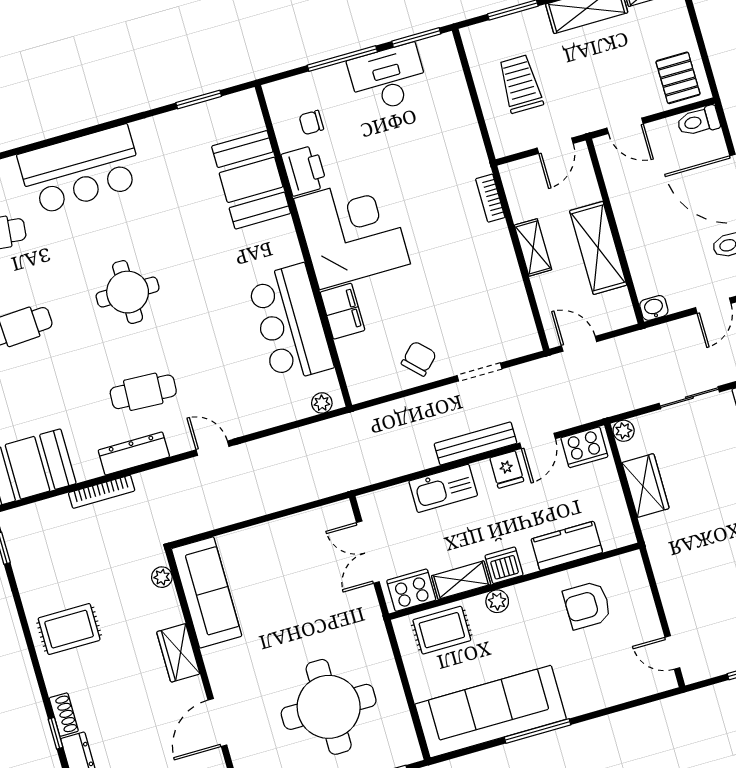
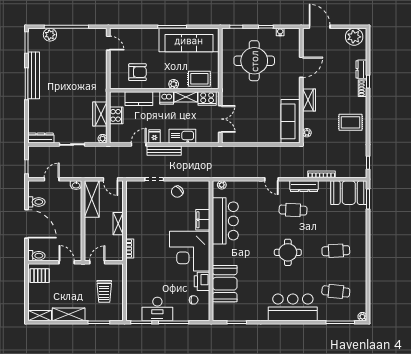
pallet: (678, 78) -> (40, 276), turned 90
shelving: (598, 248) -> (92, 199), moved
cooker: (584, 447) -> (116, 115), moved, turned 90

